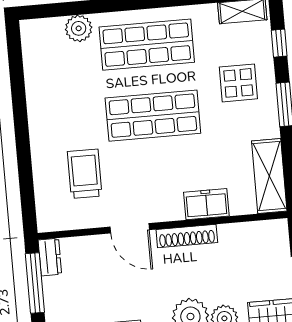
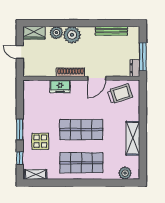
plant: (79, 28) -> (125, 173), moved
trolley: (85, 174) -> (120, 94), moved, turned -108
shelving: (269, 176) -> (133, 138), moved
door: (130, 228) -> (97, 78), swing flipped

